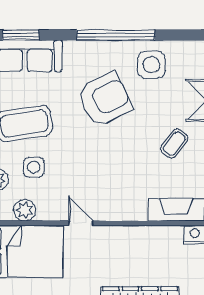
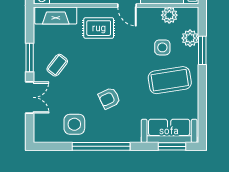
armchair: (105, 99) -> (109, 98), width x0.53, depth x0.53
rug: (119, 193) -> (99, 28), added

